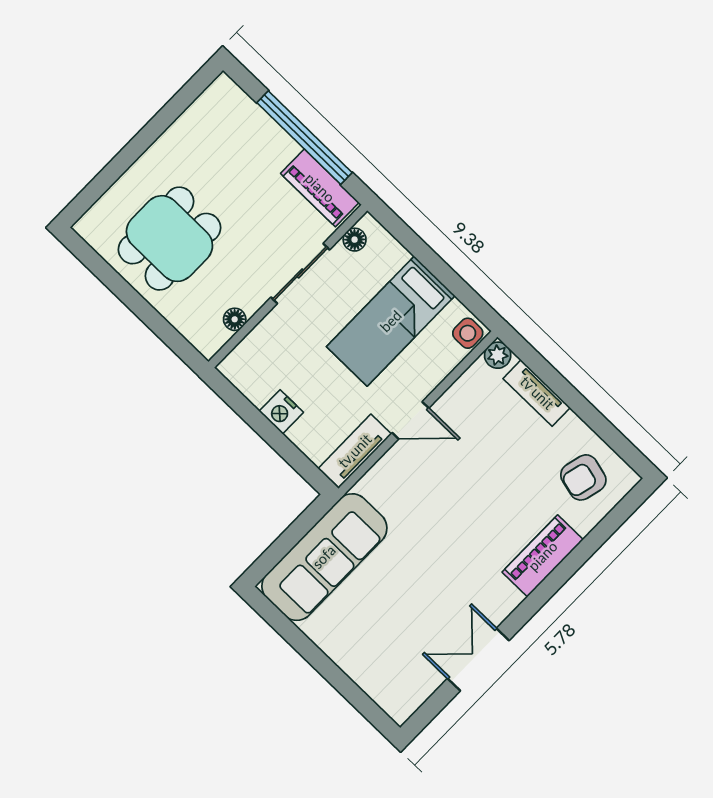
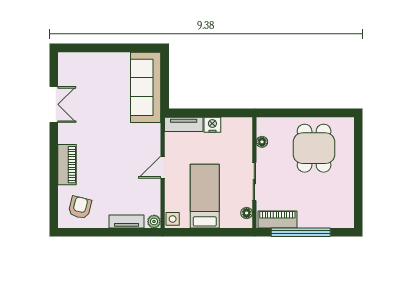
tv unit: (355, 451) -> (184, 124), moved, turned 90

